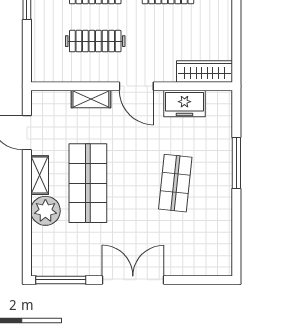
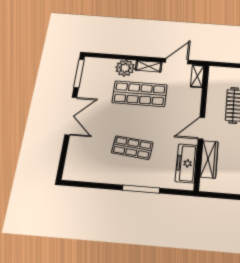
wardrobe: (205, 71) -> (209, 159), moved
shelving: (91, 99) -> (197, 76), moved
freezer: (184, 104) -> (186, 163), width x1.40

